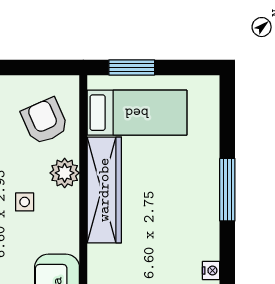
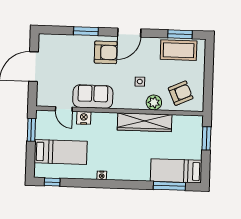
bed: (137, 113) -> (176, 171), moved, turned 90
window: (227, 190) -> (169, 186), moved

